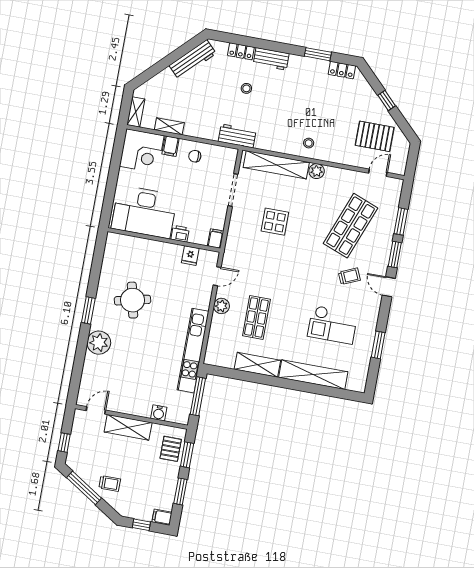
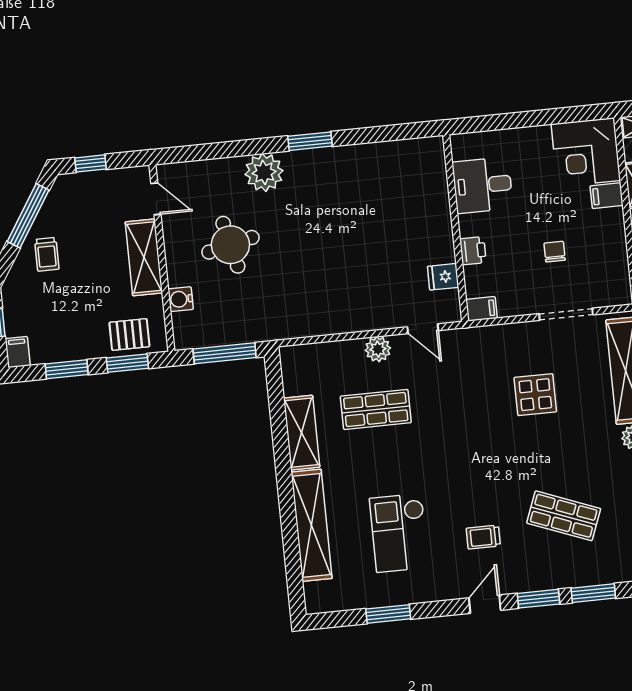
chair: (195, 156) -> (555, 252), moved
desk: (144, 212) -> (483, 185), width x0.53, depth x0.77
shop shelf: (351, 226) -> (564, 516), width x0.70, depth x0.74
trolley: (349, 276) -> (483, 537), turned 114
round table: (133, 300) -> (230, 245), moved
kitchen unit: (193, 351) -> (295, 325), removed

